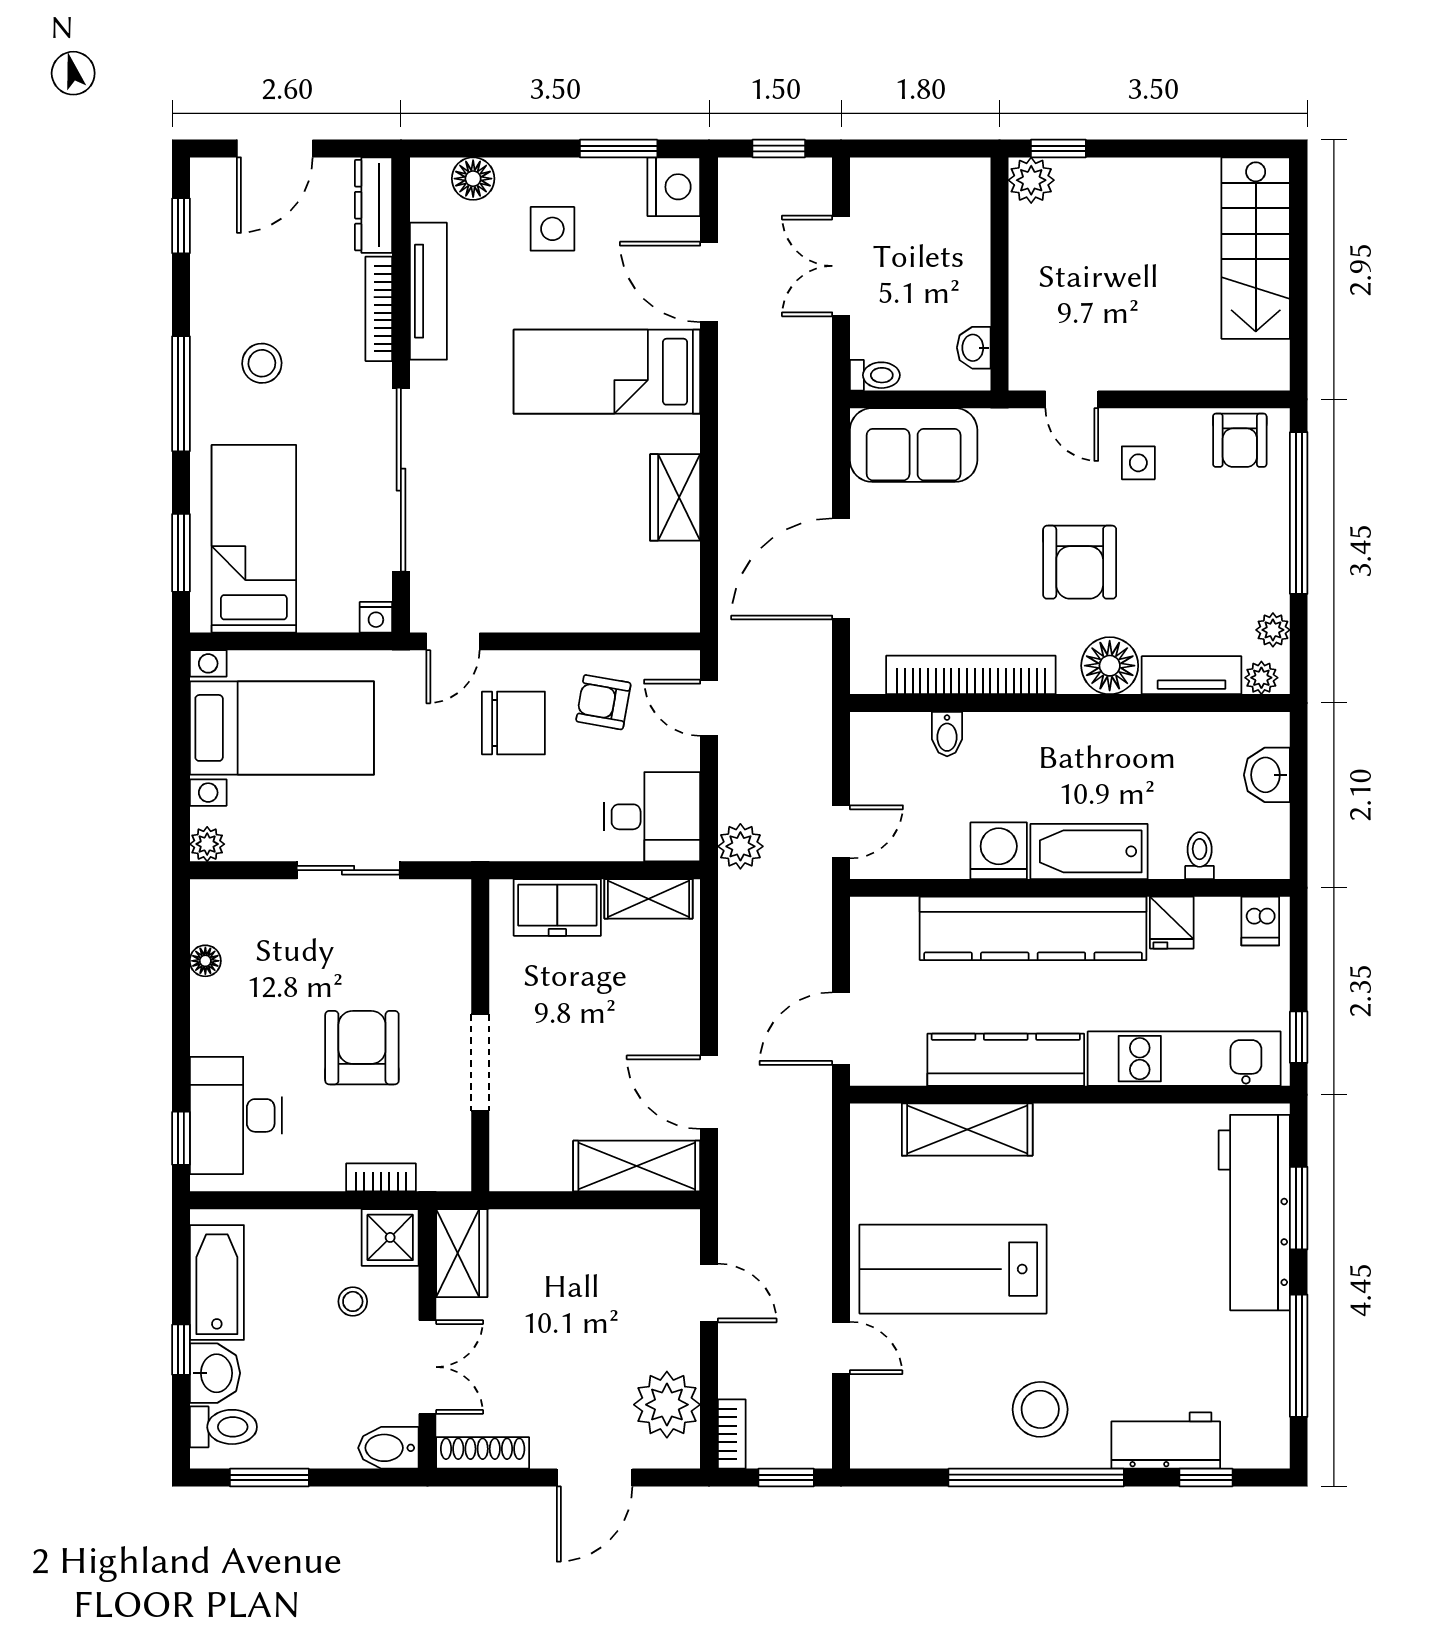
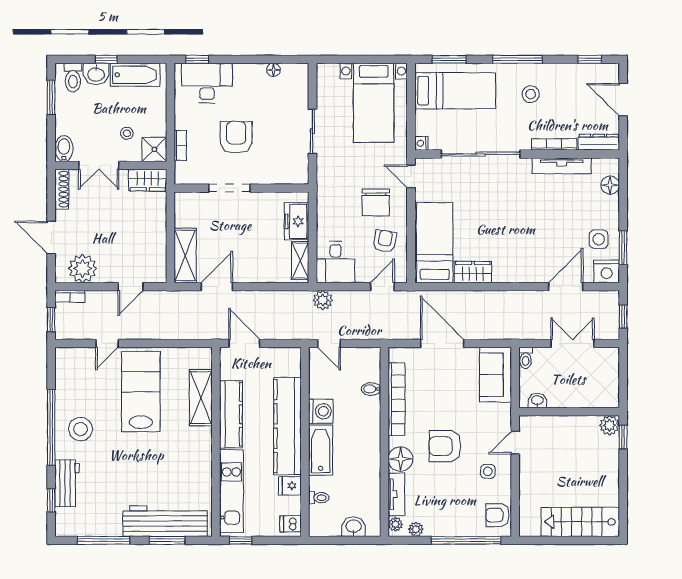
side table: (552, 229) -> (599, 239), moved
bed: (607, 372) -> (435, 243), moved
plant: (207, 844) -> (324, 71), removed
armchair: (362, 1048) -> (236, 137), turned -90

